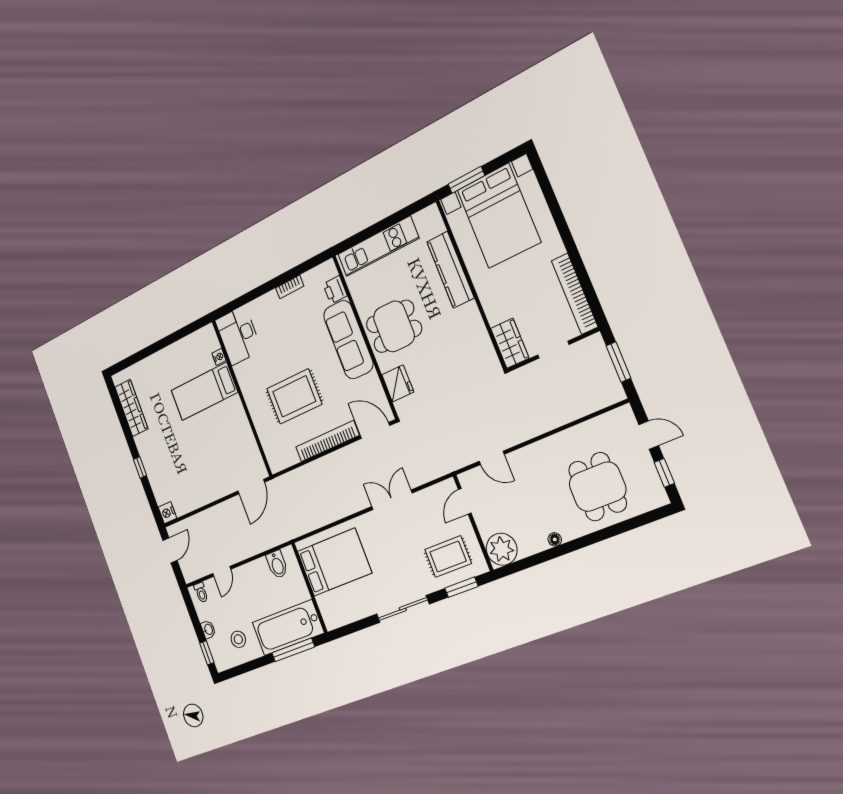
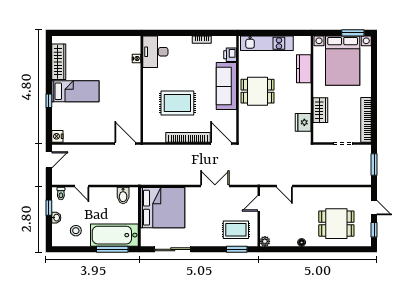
window: (466, 180) -> (353, 33), moved
kitchen counter: (450, 270) -> (304, 69), width x0.67
wardrobe: (510, 343) -> (320, 110), moved
fridge: (398, 383) -> (303, 122), moved, turned 180
bed: (204, 391) -> (75, 91), moved, turned 180
door: (251, 487) -> (125, 143), swing flipped
dining table: (598, 487) -> (336, 224), turned 90
plant: (502, 549) -> (265, 241), width x0.53, depth x0.53
bed: (334, 562) -> (163, 208), width x1.36
door: (222, 571) -> (82, 186), hinge flipped
sliding door: (403, 609) -> (173, 249), moved
window: (207, 653) -> (49, 208), moved

